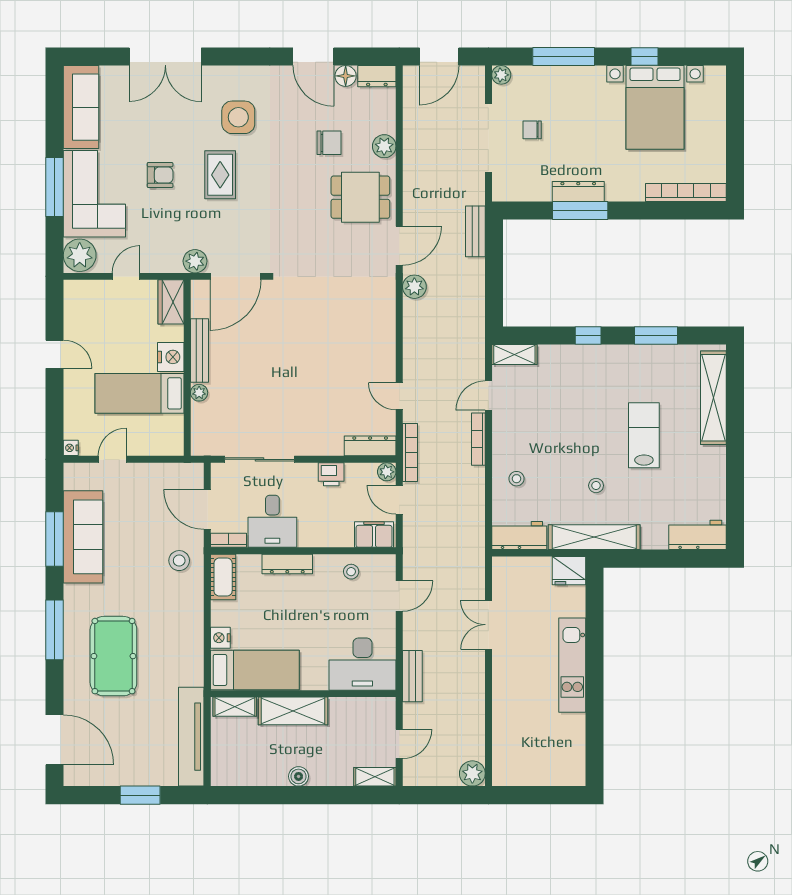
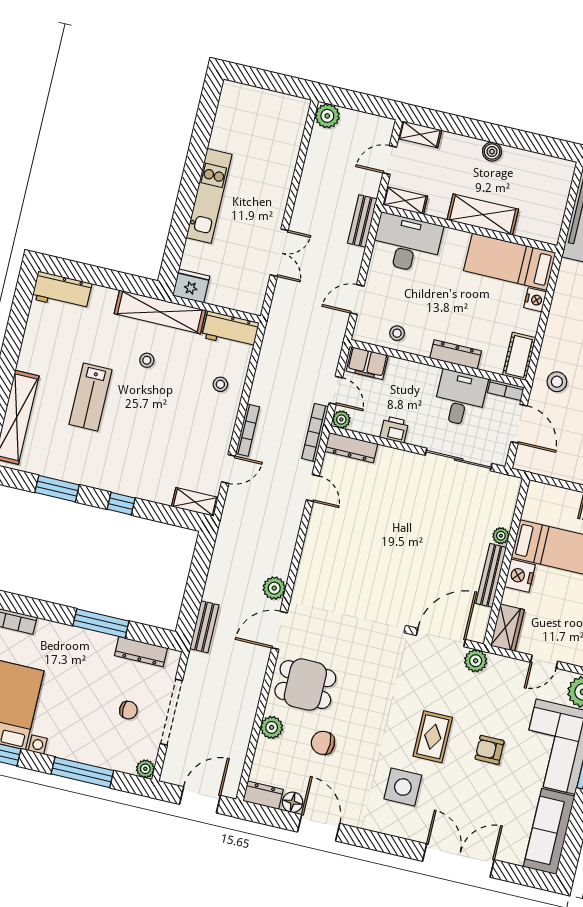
dresser: (578, 191) -> (141, 652), moved
shelving: (235, 707) -> (405, 201), moved

